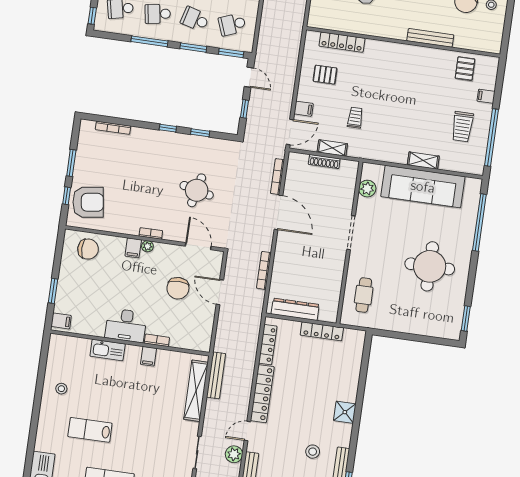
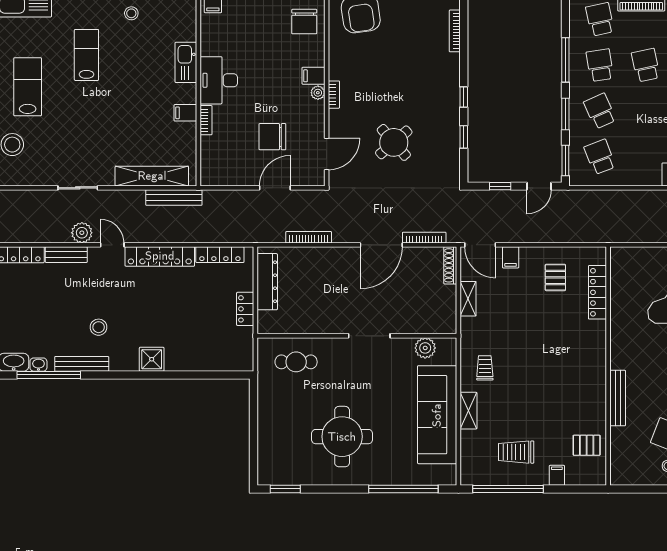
school desk: (195, 19) -> (600, 111), turned -39
trolley: (355, 118) -> (485, 368), moved, turned -90
shoe rack: (324, 162) -> (450, 265), moved
round table: (197, 190) -> (394, 142), turned 36
locker: (322, 331) -> (245, 309), width x0.66

